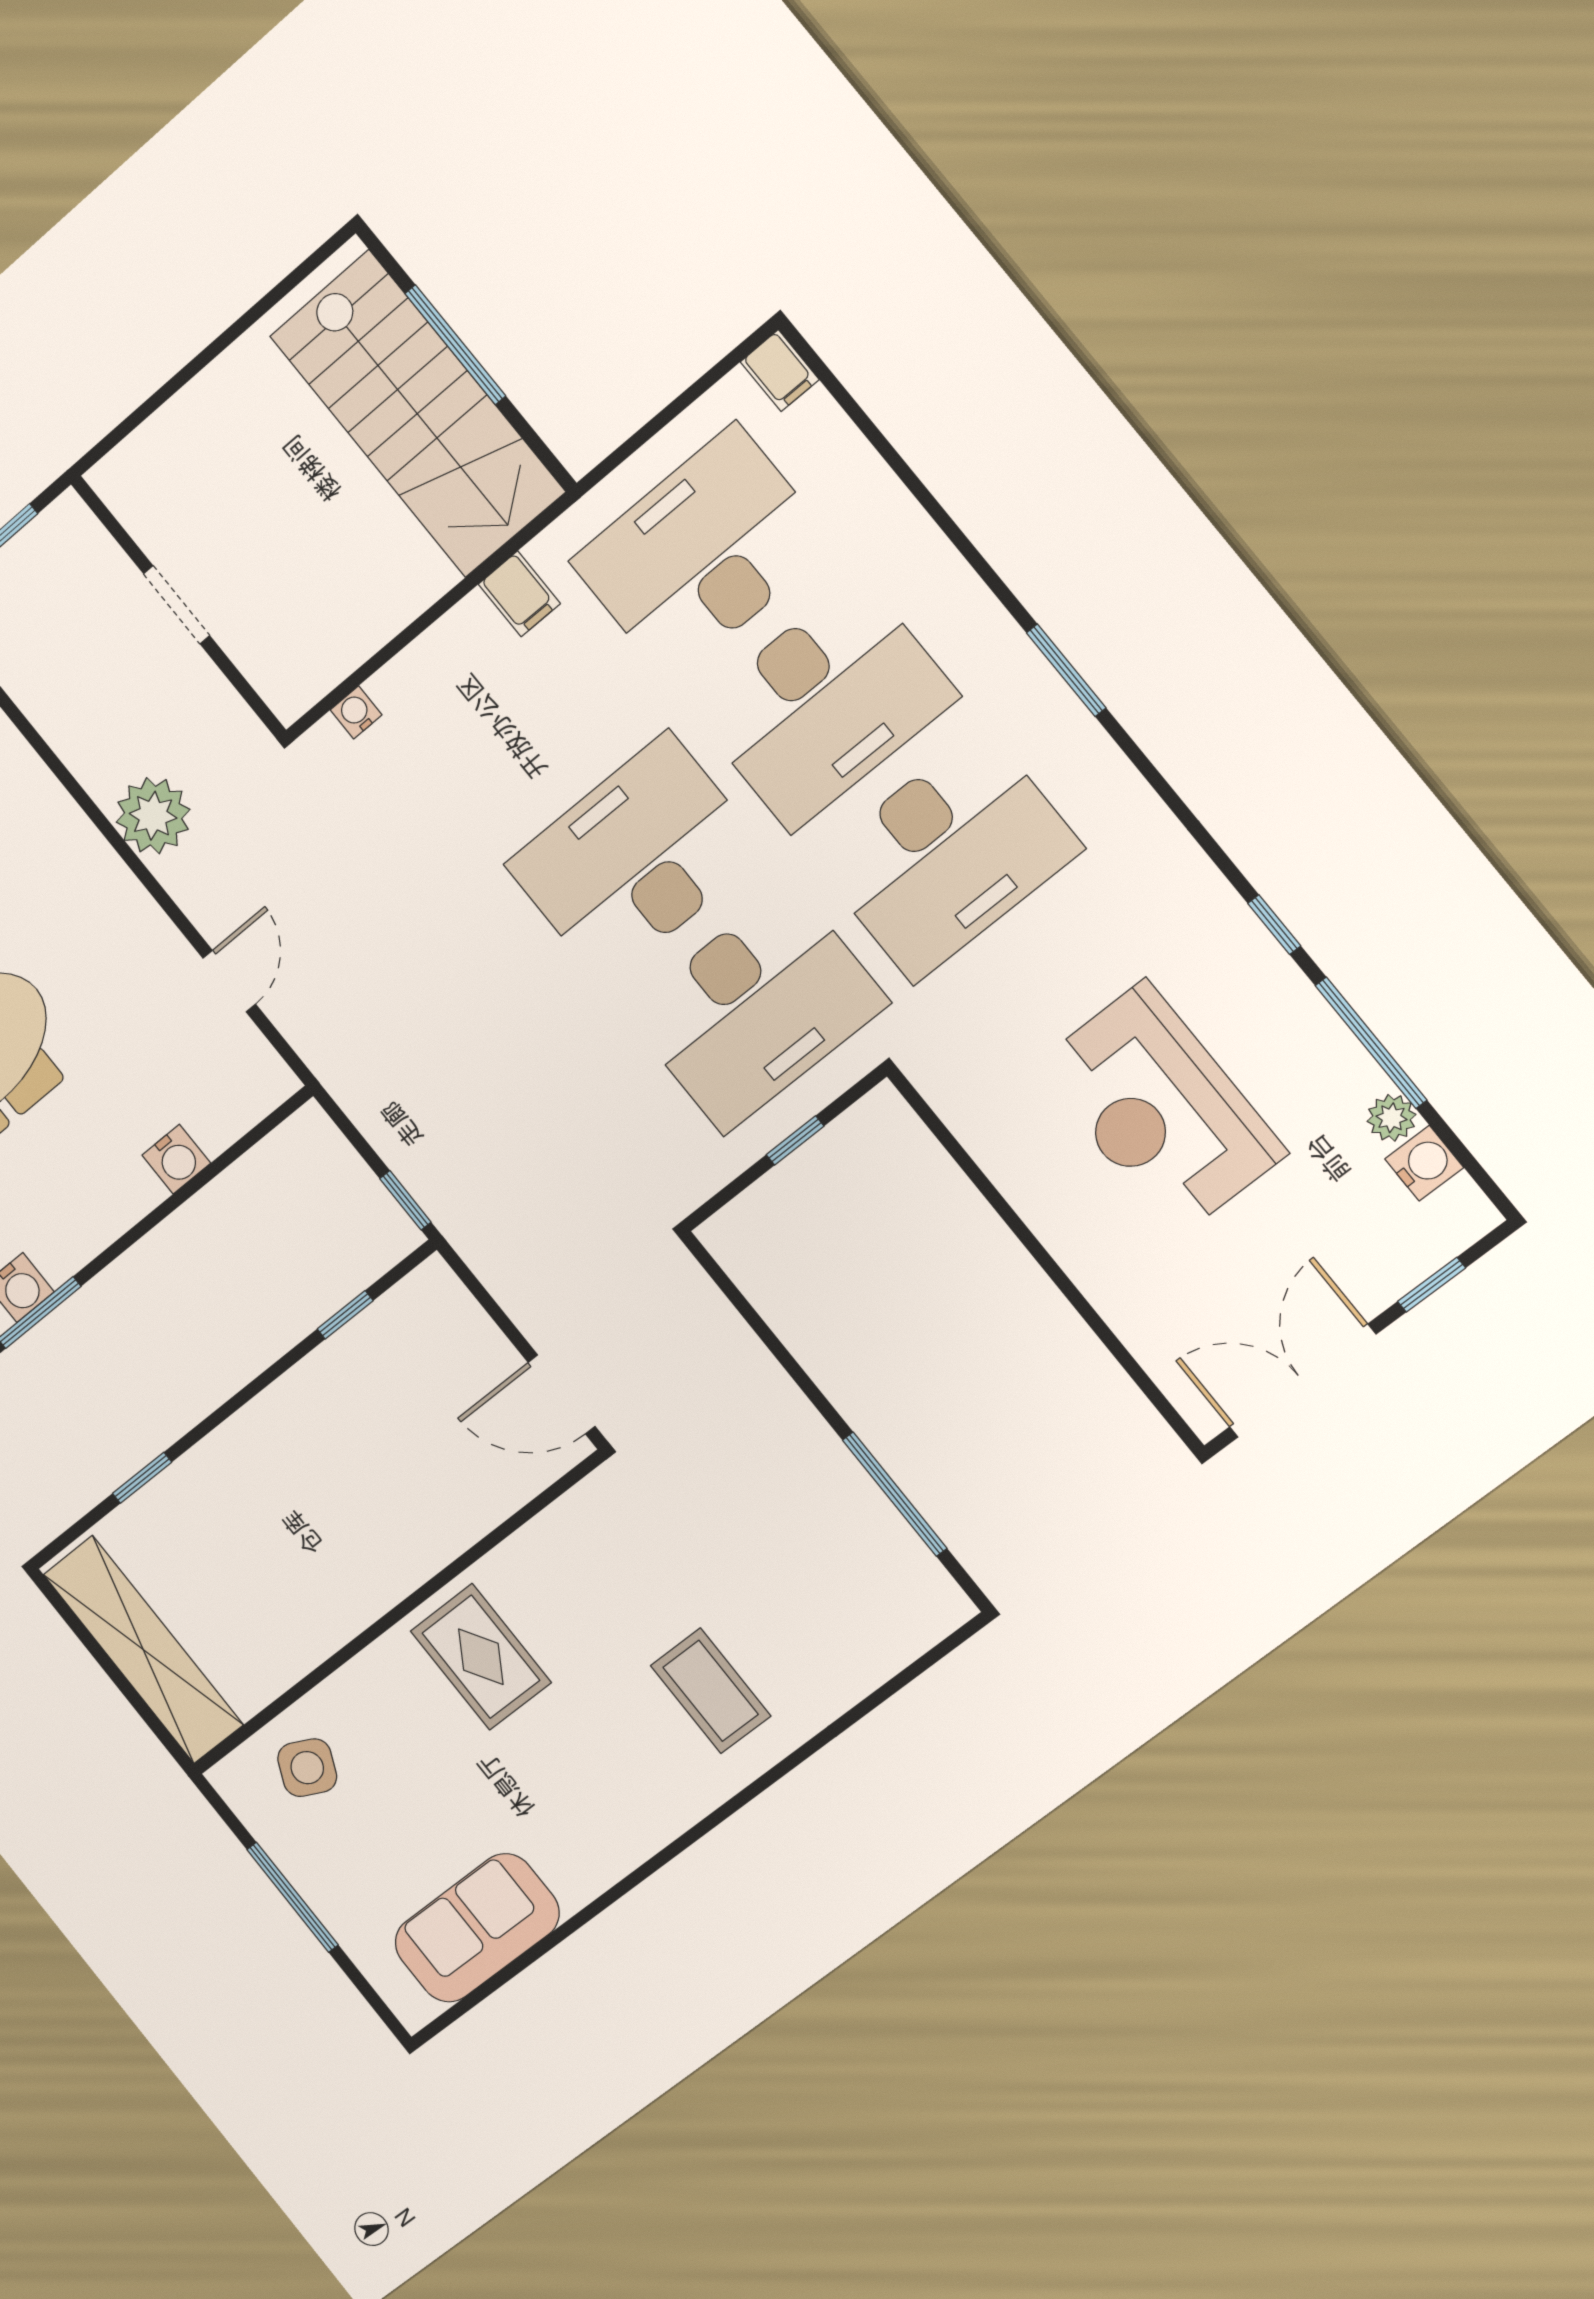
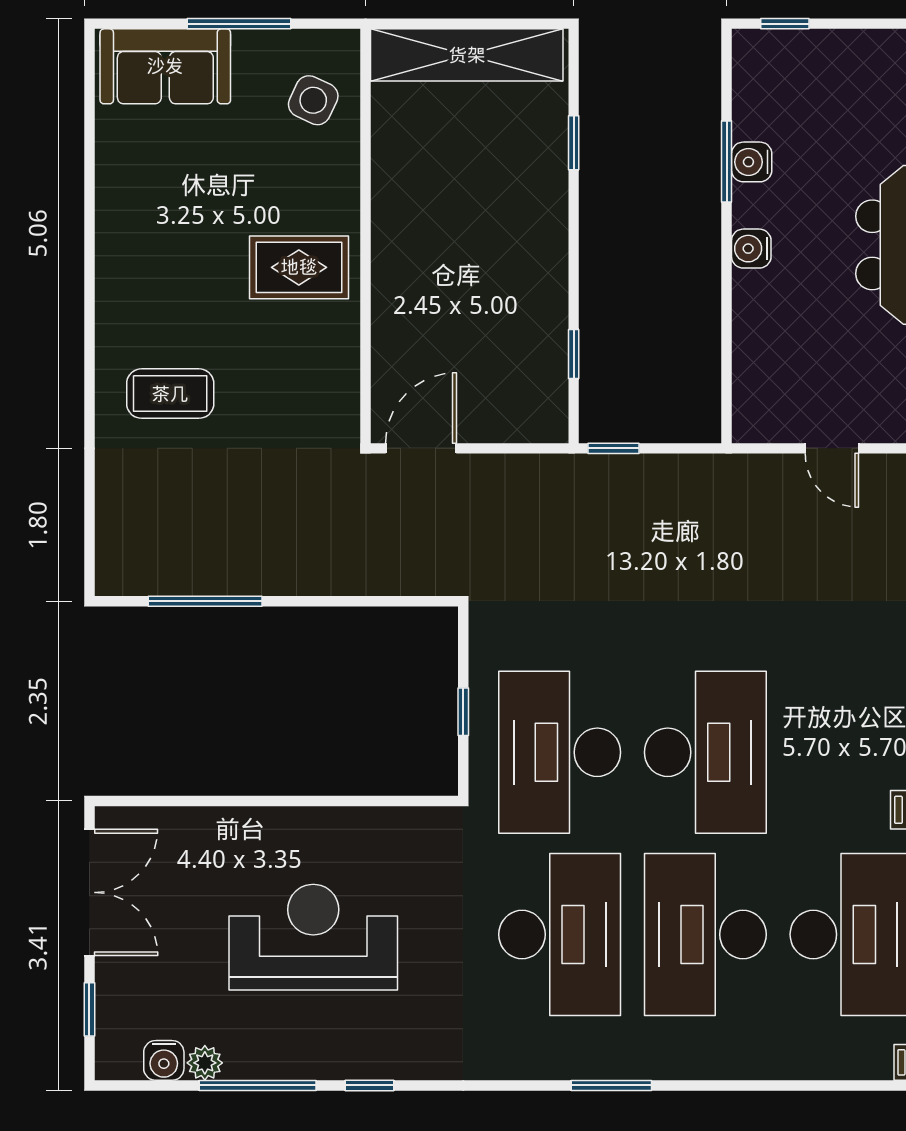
desk: (948, 855) -> (560, 934), turned 180
water cooler: (176, 1159) -> (751, 249), moved
sofa: (477, 1928) -> (165, 66), moved, turned 90

